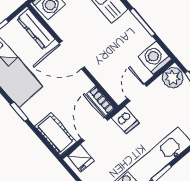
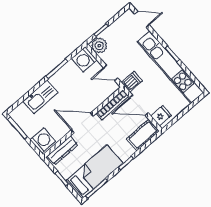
door: (72, 55) -> (82, 123), swing flipped
bookcase: (101, 101) -> (113, 105), width x1.56

